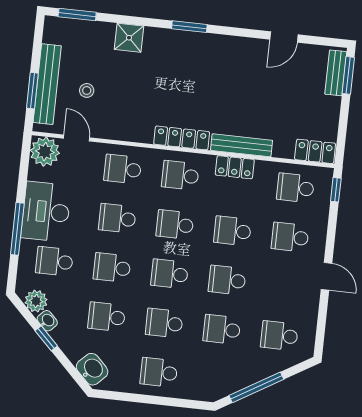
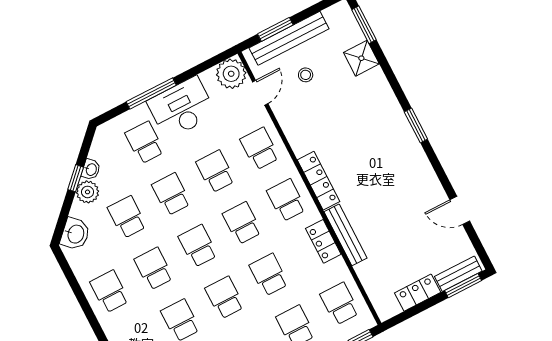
shower: (129, 38) -> (361, 58), moved
locker: (315, 151) -> (418, 293), moved, turned -90
plant: (36, 301) -> (88, 192), moved

